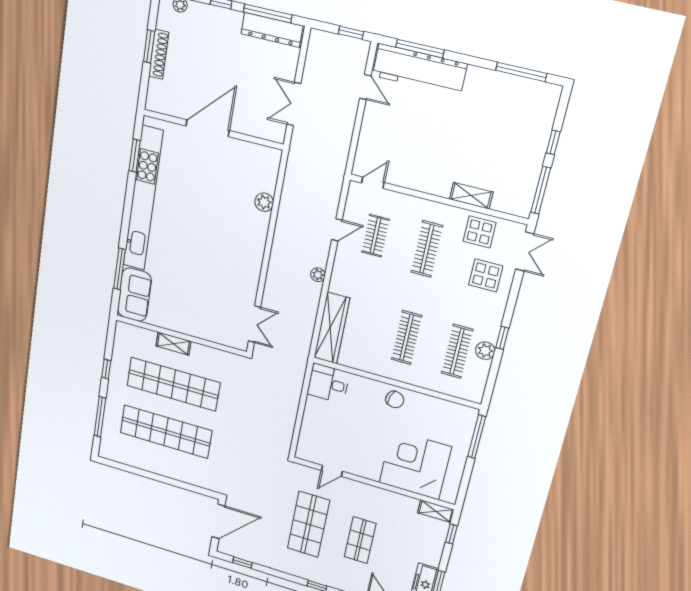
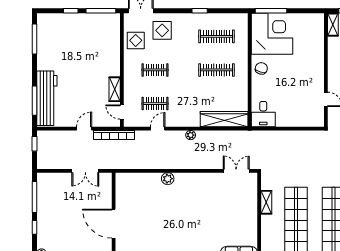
dresser: (272, 30) -> (44, 193), removed
door: (365, 87) -> (84, 129), moved
bookcase: (340, 162) -> (114, 135), added
shelving: (471, 196) -> (115, 89), moved
plant: (264, 202) -> (168, 179), moved
door: (337, 230) -> (158, 129), hinge flipped
clothes rail: (427, 249) -> (155, 70), width x0.73
shelving: (173, 344) -> (266, 202), moved
plant: (485, 351) -> (211, 19), removed
corner desk: (415, 465) -> (272, 34), moved, turned 180

